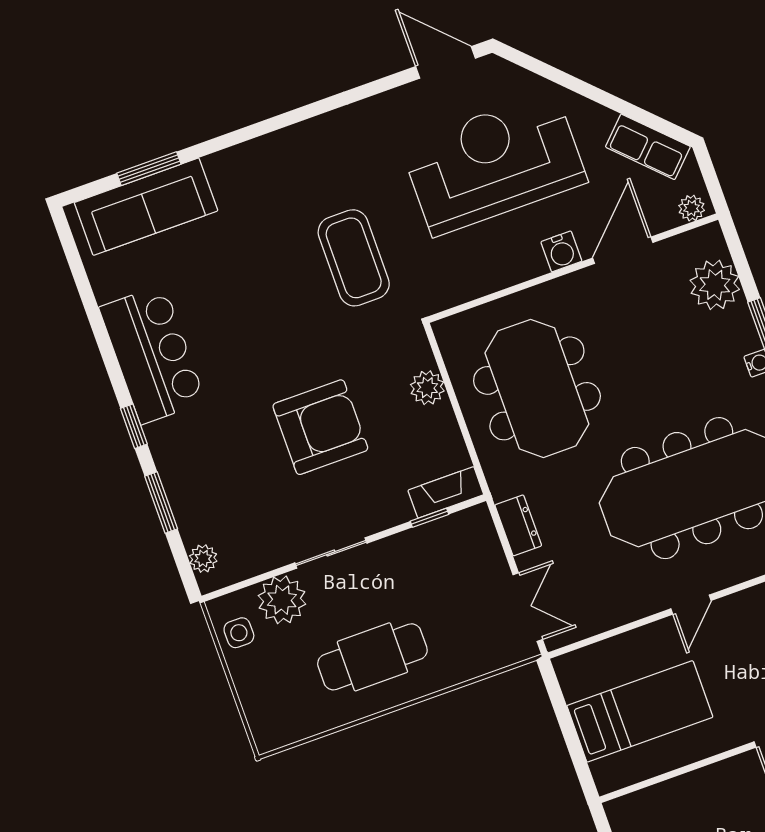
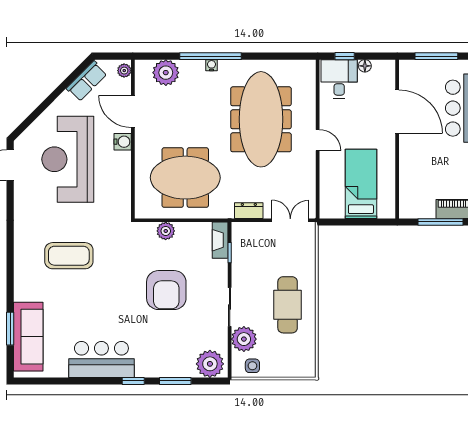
coffee table: (354, 258) -> (69, 256), moved
armchair: (320, 427) -> (166, 290), turned 180
plant: (203, 559) -> (210, 364), width x1.88, depth x1.88

